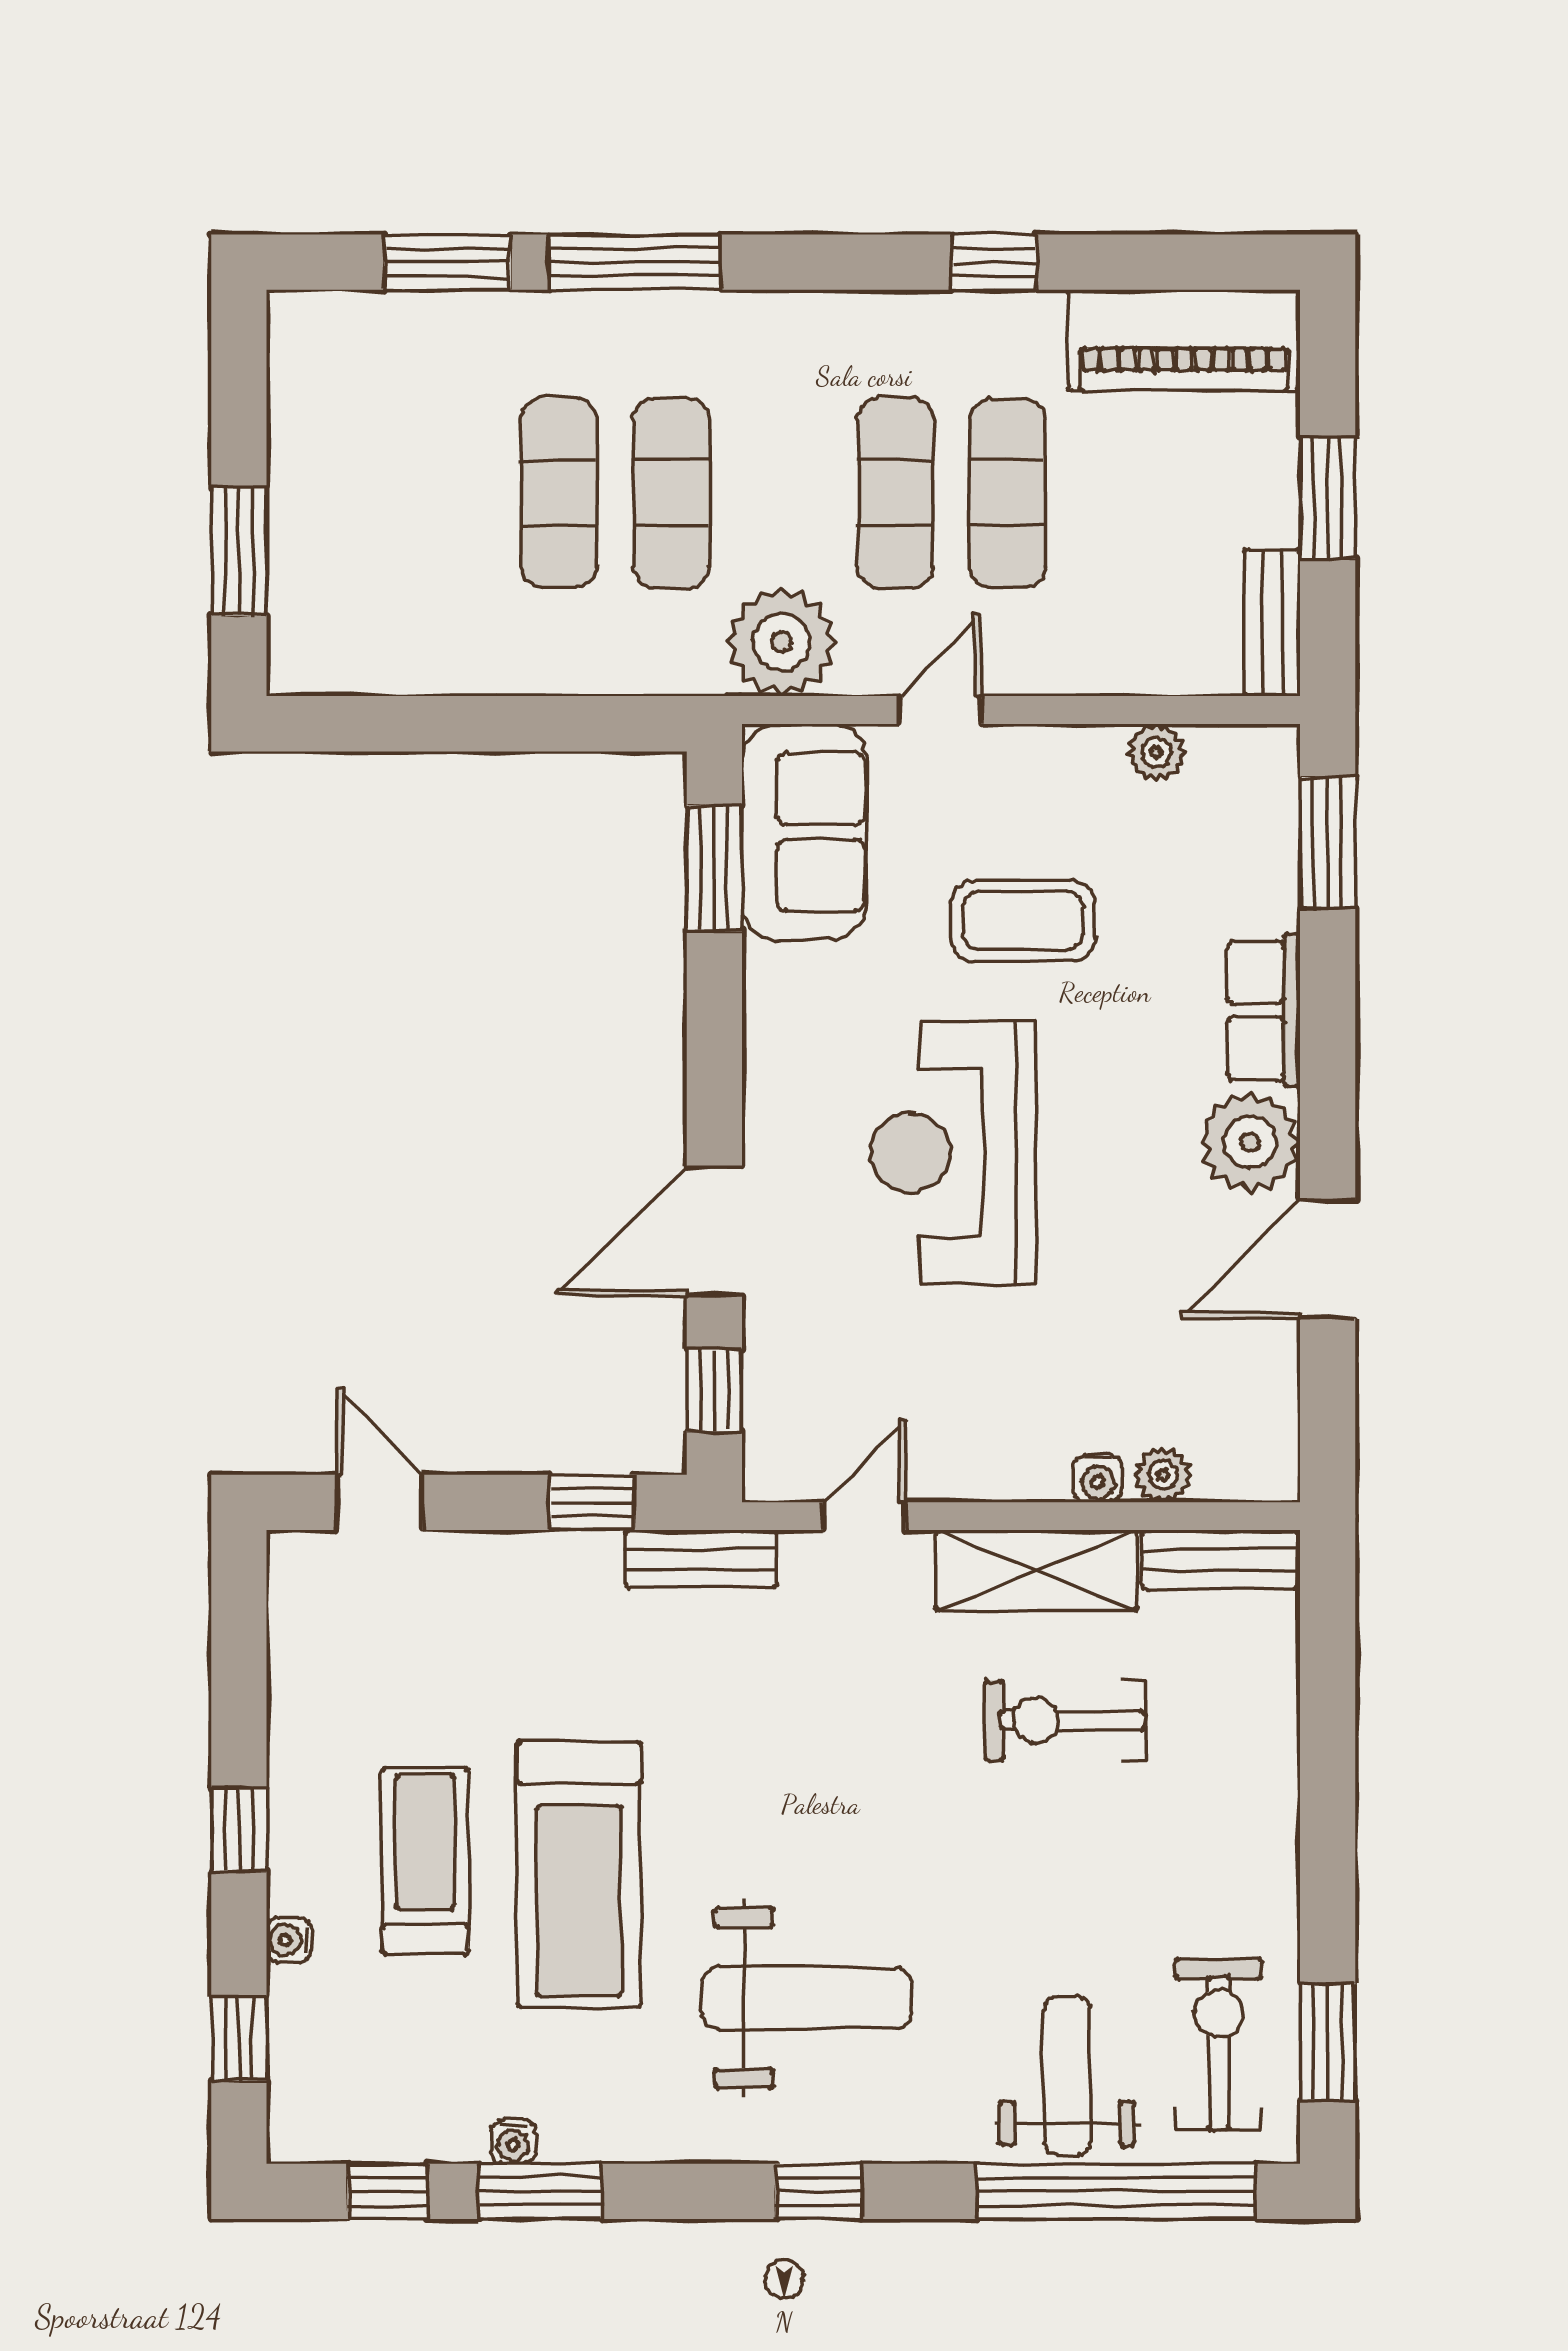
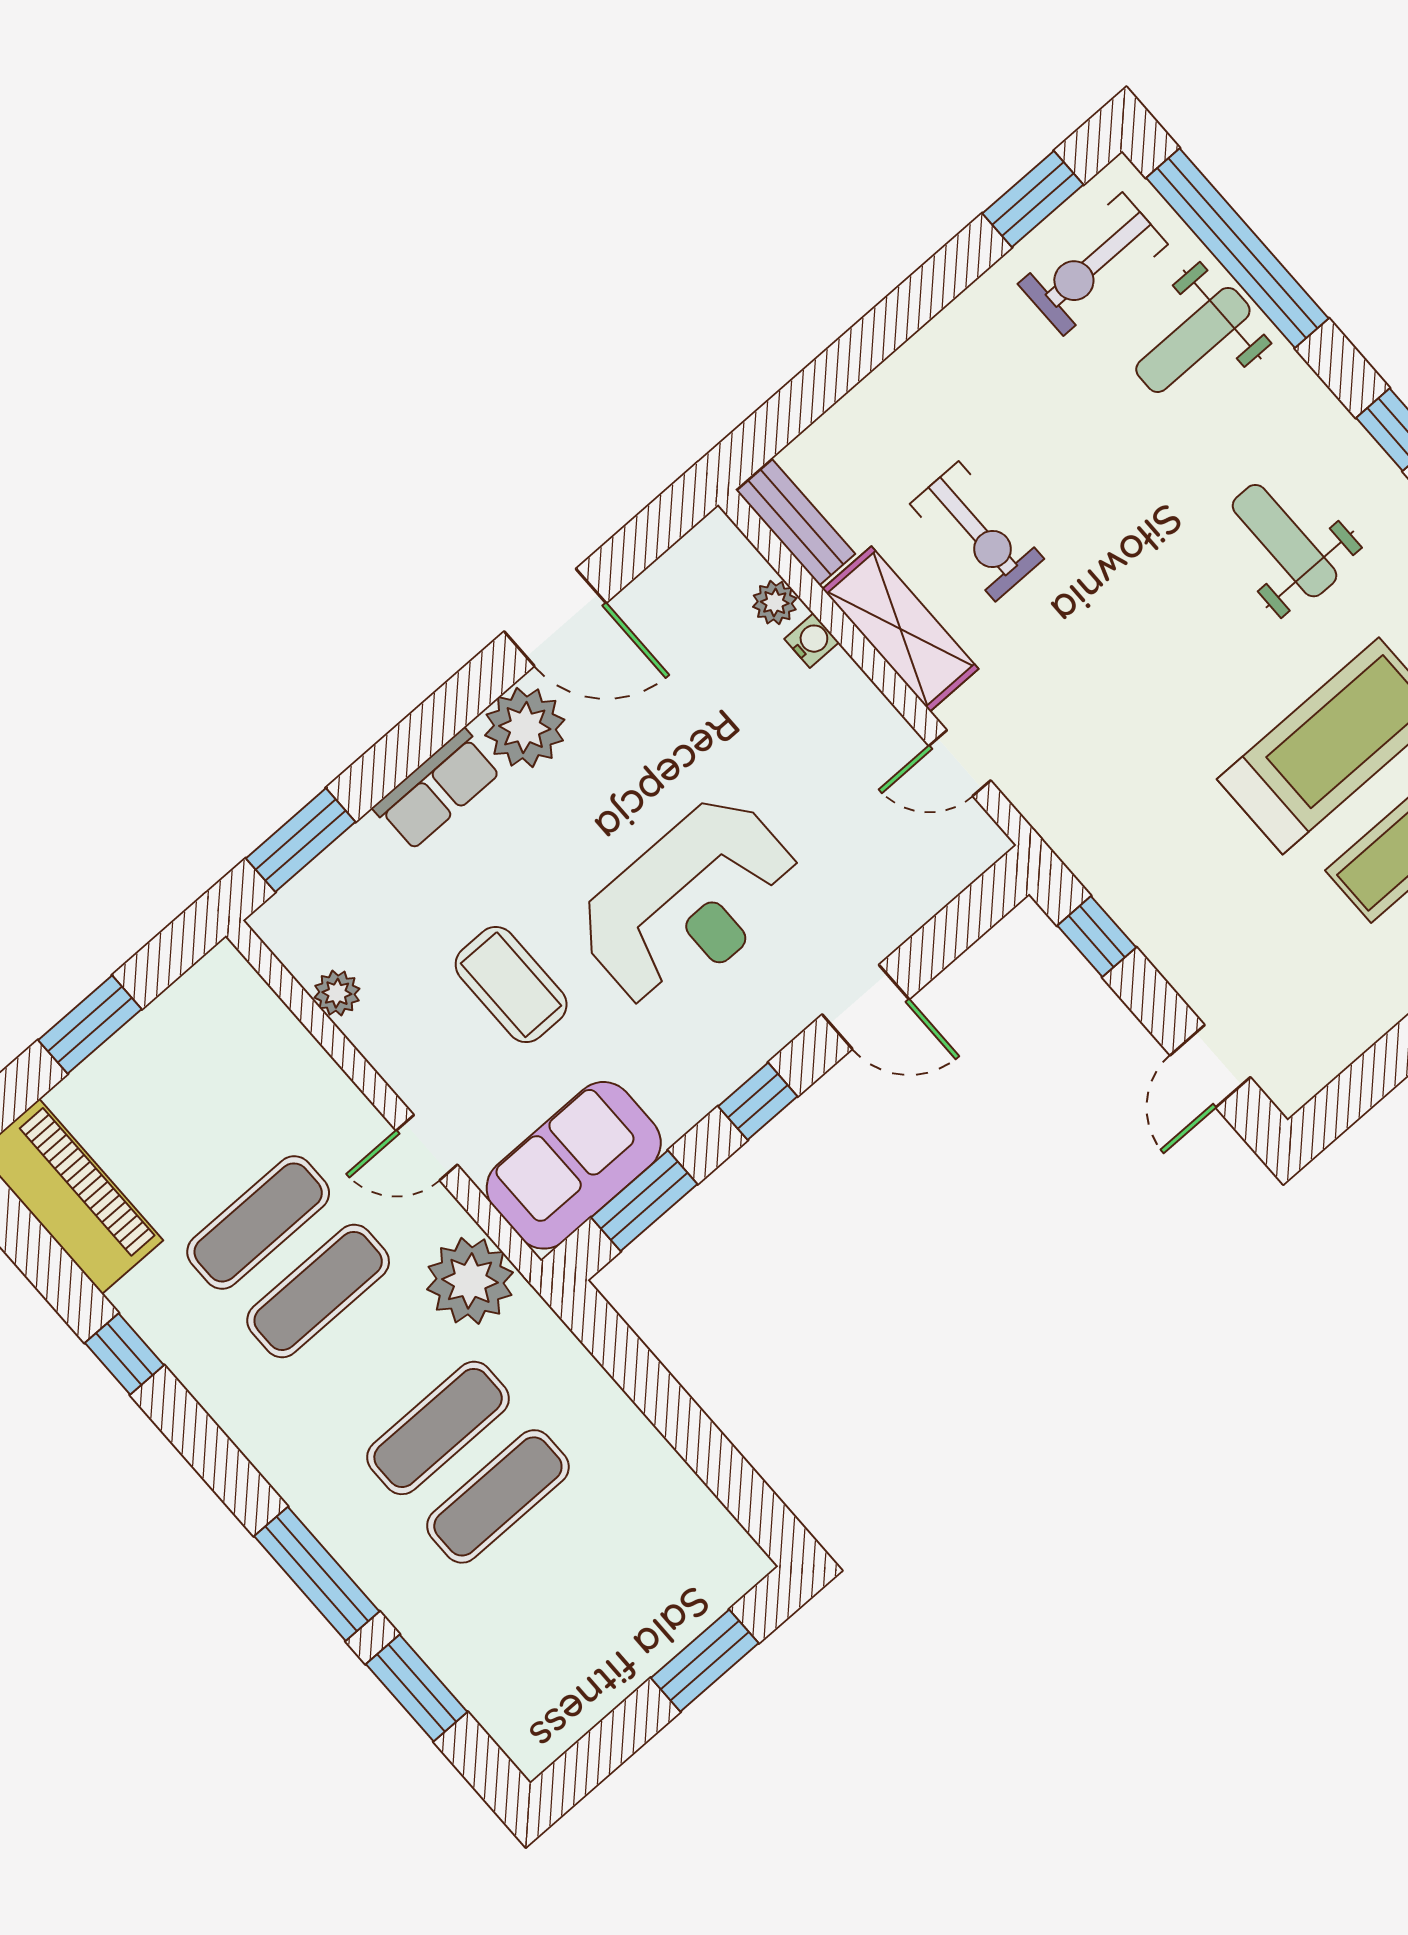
bench: (1272, 623) -> (196, 992), removed
door: (714, 1231) -> (866, 1007), width x0.73
window: (714, 1390) -> (758, 1101), moved
bench: (701, 1559) -> (1073, 840), removed
weight bench: (807, 1998) -> (1284, 541), width x0.73, depth x0.75

